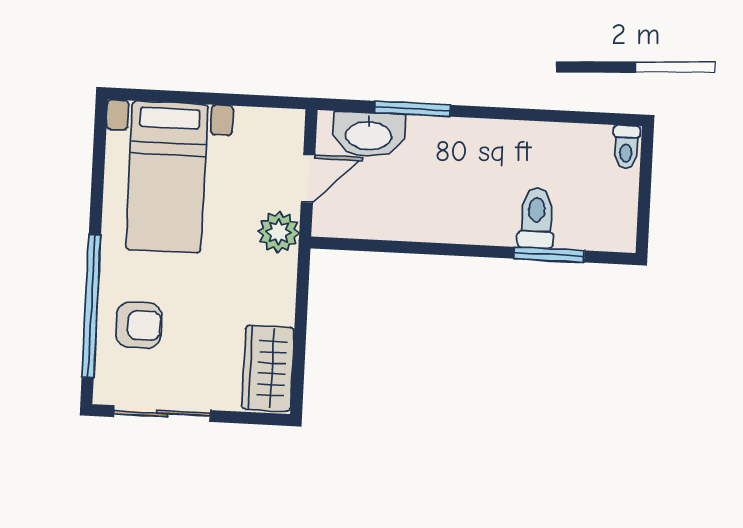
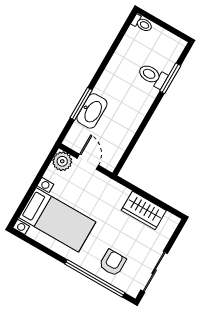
washbasin: (369, 135) -> (92, 111), moved
plant: (279, 232) -> (62, 161), moved
wardrobe: (268, 368) -> (144, 210), moved

